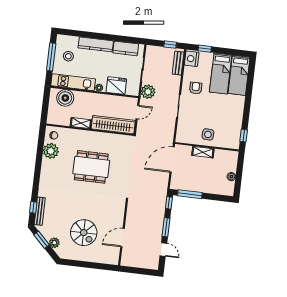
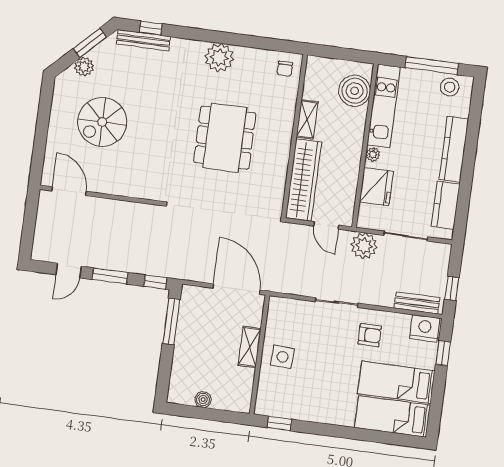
stool: (68, 56) -> (450, 87), moved
plant: (51, 151) -> (219, 58), moved
door: (122, 238) -> (69, 191), moved

